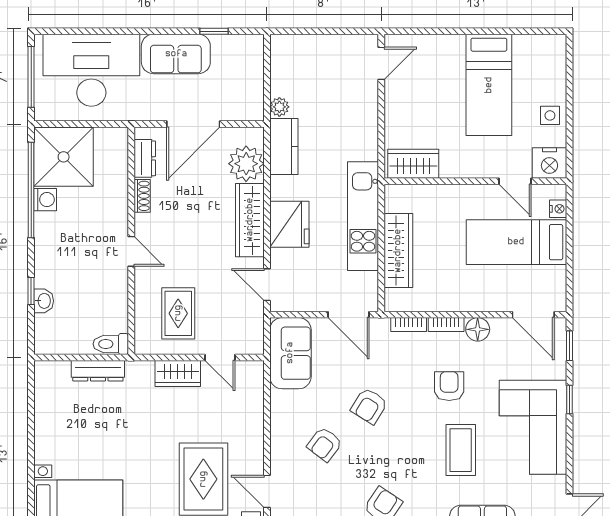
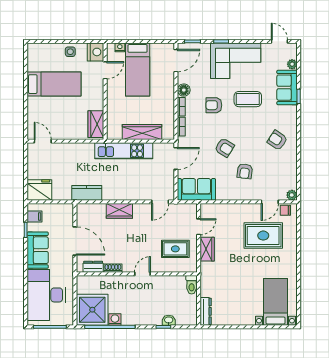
filing cabinet: (239, 48) -> (34, 217), added
plant: (279, 107) -> (66, 195), removed
plant: (246, 164) -> (96, 213), removed
wardrobe: (250, 220) -> (119, 211), width x0.67
fridge: (289, 224) -> (39, 190), moved
dresser: (98, 371) -> (206, 311), moved
armchair: (325, 444) -> (245, 171), turned 60

